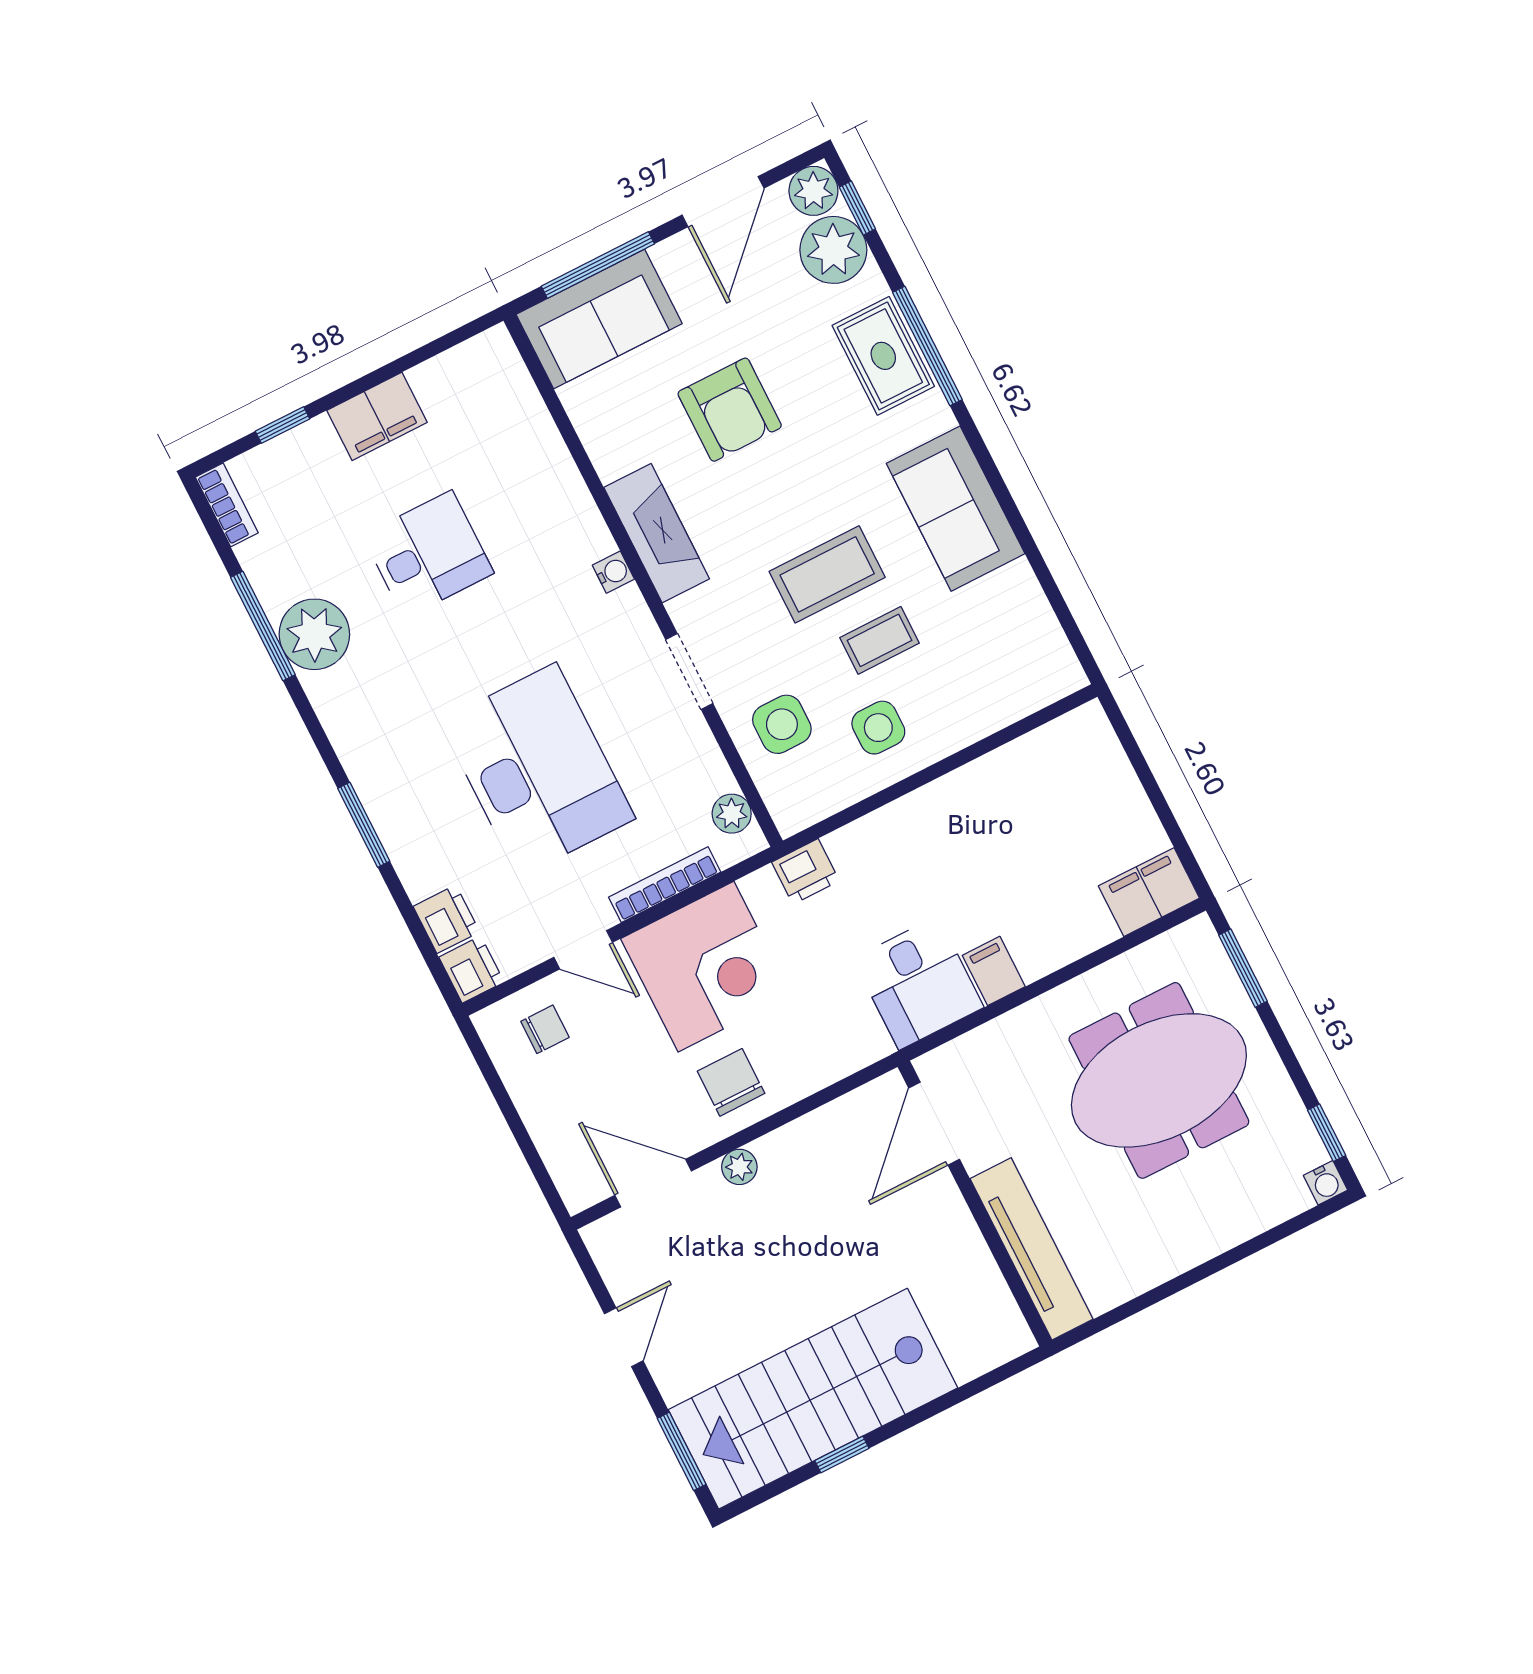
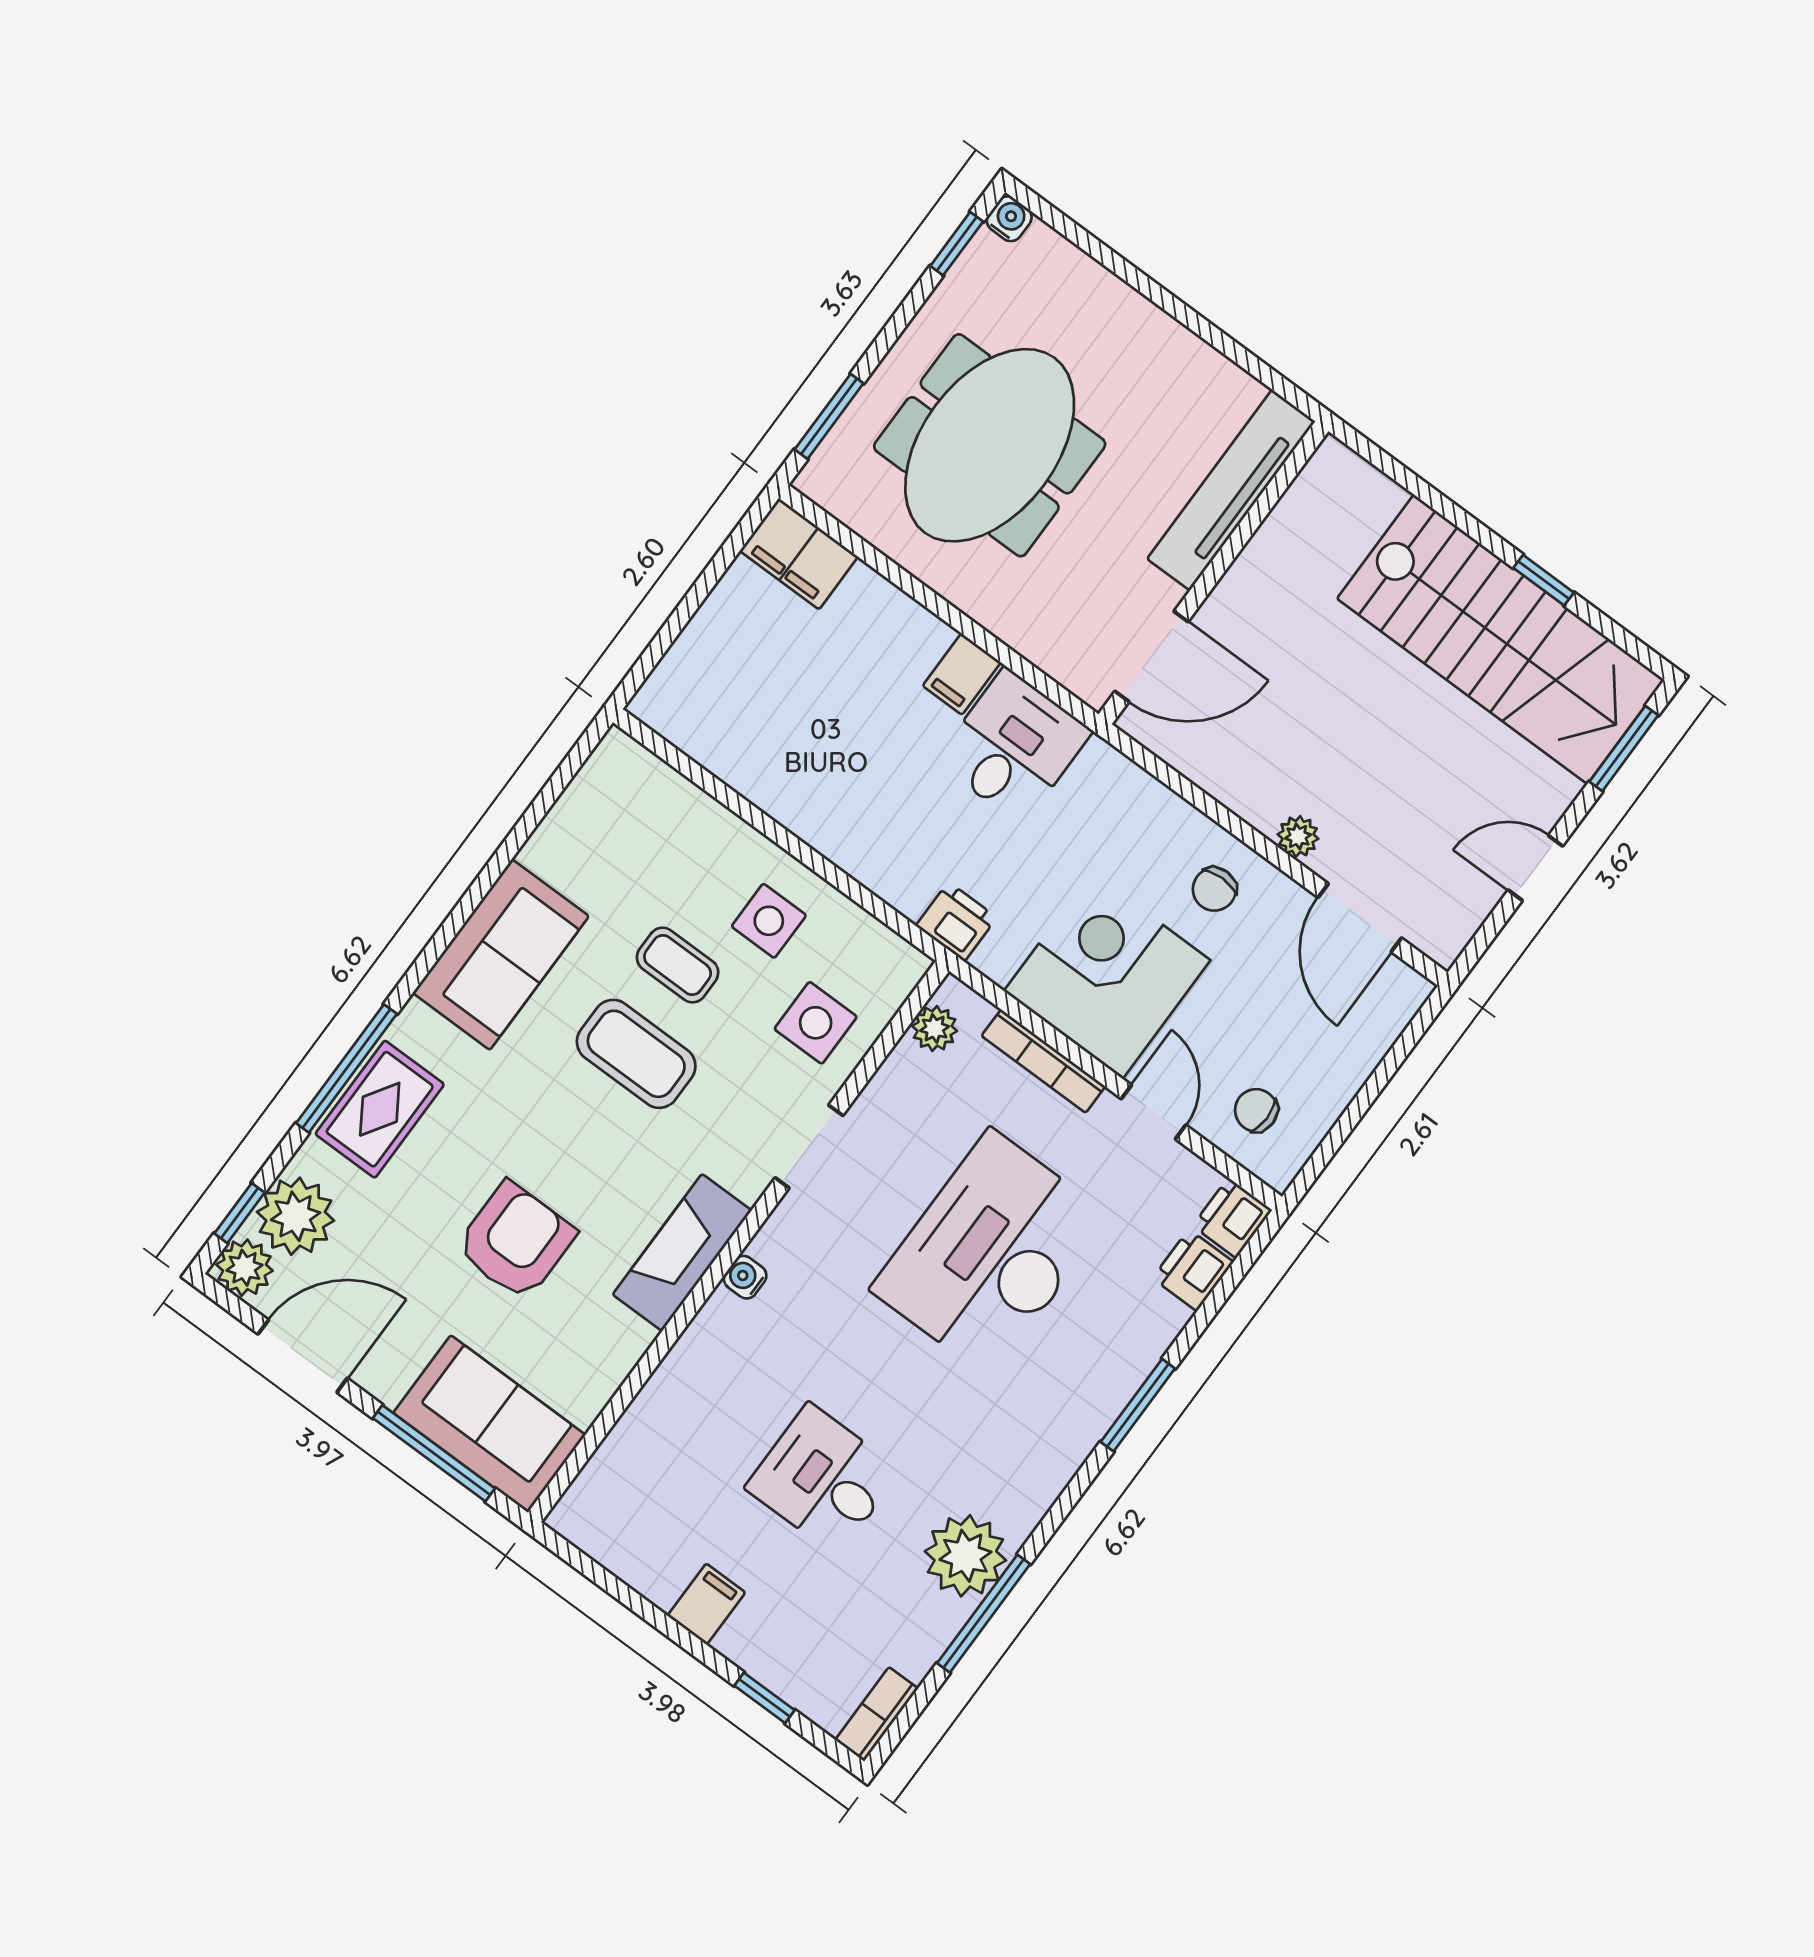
filing cabinet: (377, 416) -> (706, 1604), width x0.50
meeting table: (1159, 1080) -> (990, 445), turned 90
chair: (731, 1082) -> (1214, 889), width x0.73, depth x0.73

